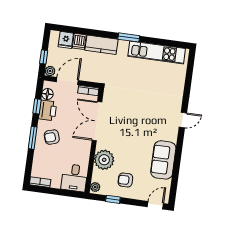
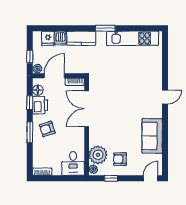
plant: (104, 160) -> (98, 155), moved

